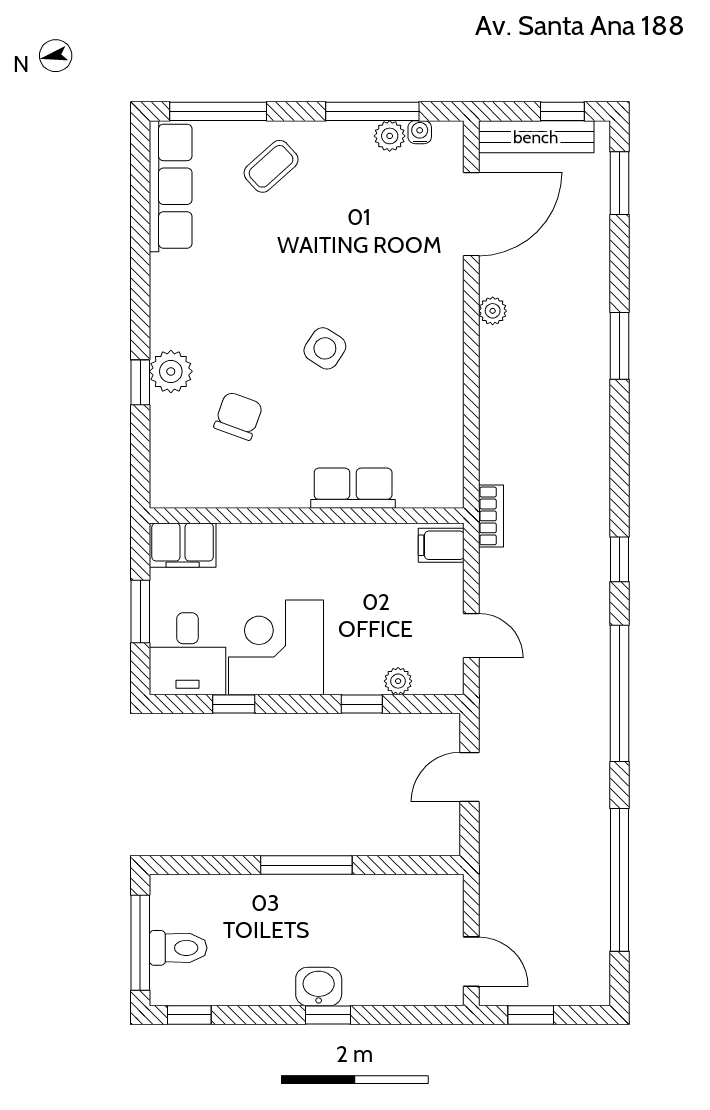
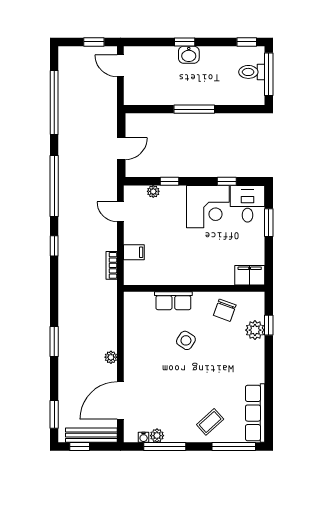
row of seats: (353, 488) -> (173, 301), moved
wall: (307, 516) -> (194, 288), moved
filing cabinet: (183, 545) -> (250, 275), moved

